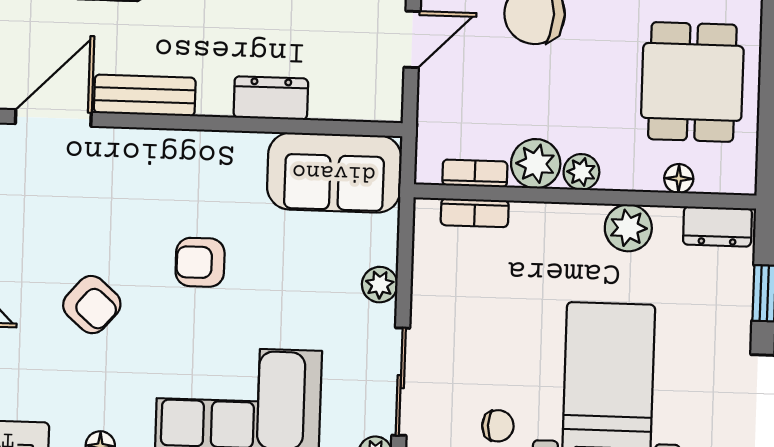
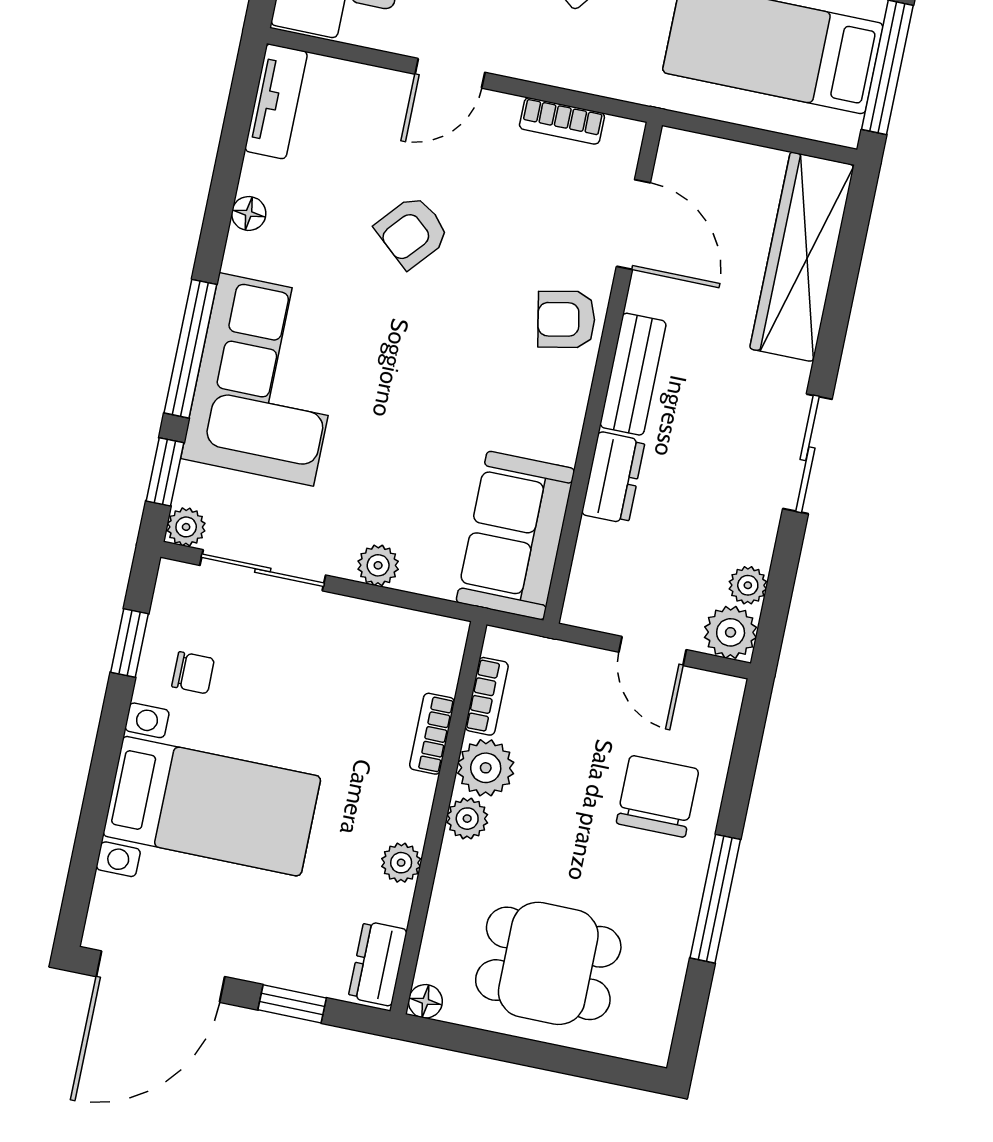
bench: (145, 95) -> (633, 374), moved
floor lamp: (679, 179) -> (425, 1001), moved
bookcase: (475, 213) -> (432, 734), moved
plant: (628, 228) -> (401, 863), width x0.73, depth x0.73
armchair: (200, 262) -> (566, 319), moved, turned -101
chair: (498, 426) -> (193, 673), turned -90

